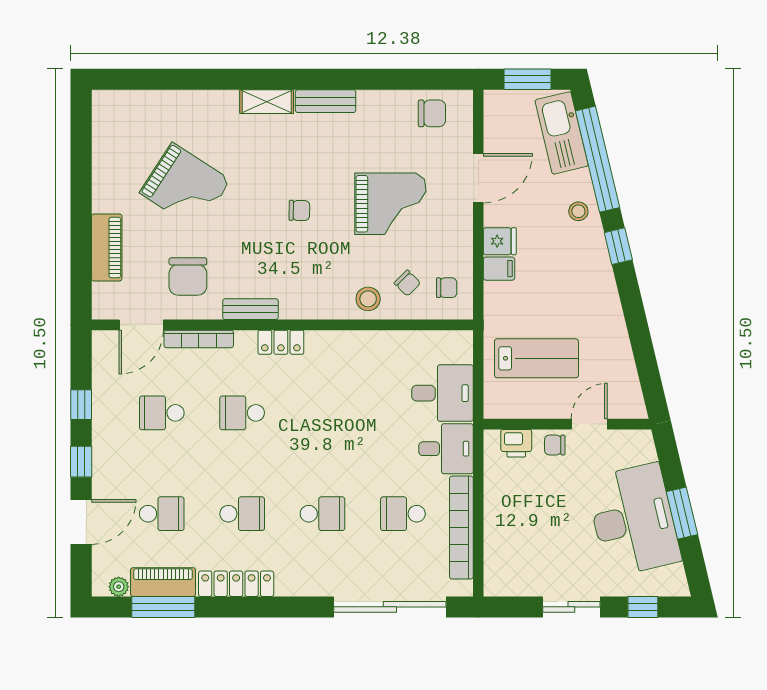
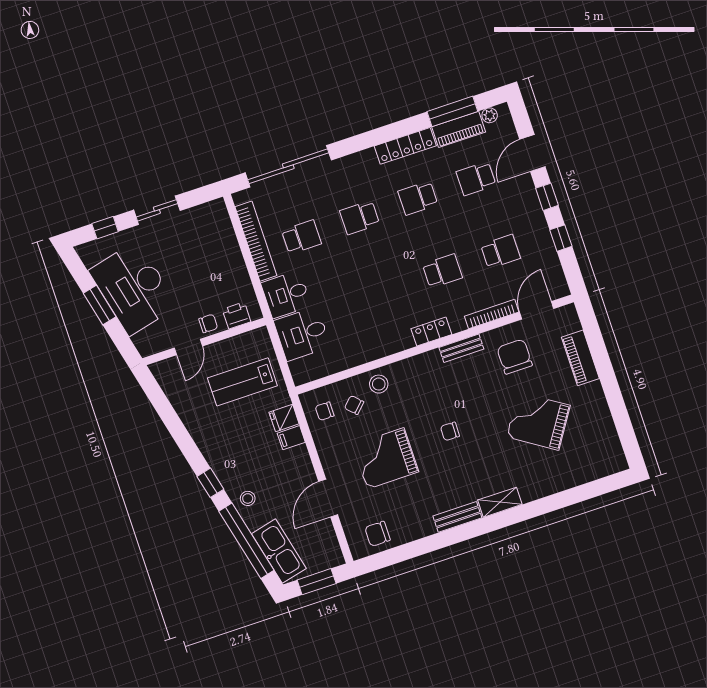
fridge: (500, 241) -> (284, 418), moved

